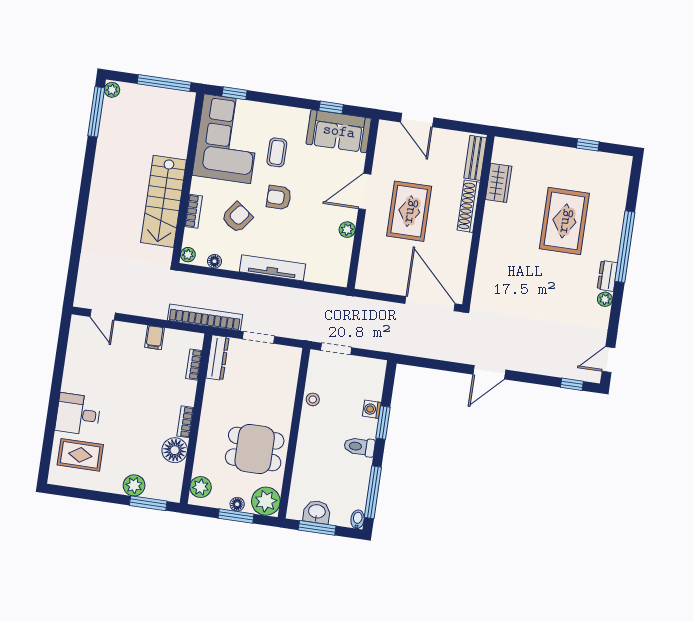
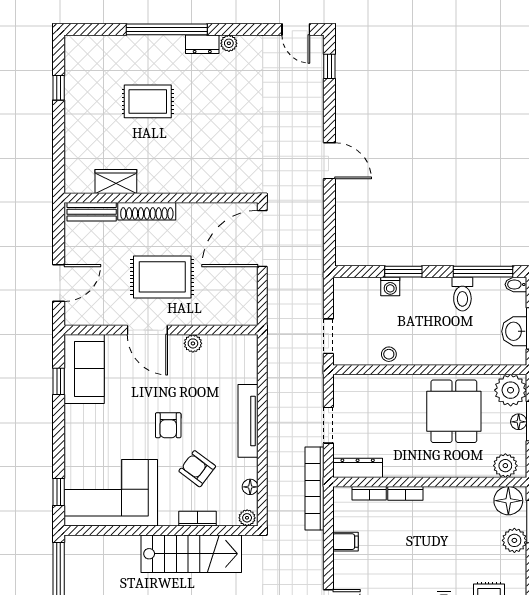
coffee table: (277, 152) -> (118, 435), removed
rug: (564, 221) -> (148, 101), width x0.73, depth x0.70
bookcase: (185, 422) -> (405, 493), moved
toilet: (359, 447) -> (462, 294), moved
floor lamp: (175, 450) -> (508, 501), moved

